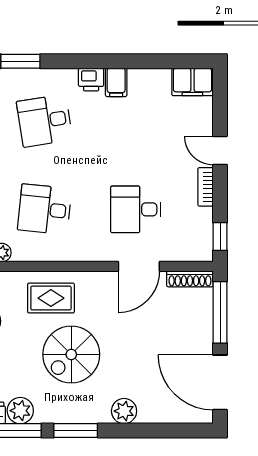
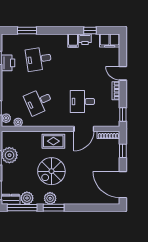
window: (152, 61) -> (90, 30), added
printer: (91, 80) -> (85, 39), moved
desk: (45, 209) -> (39, 102), turned -30
rug: (51, 298) -> (53, 141), moved
window: (220, 312) -> (123, 151), width x0.46
plant: (124, 411) -> (50, 198), moved

